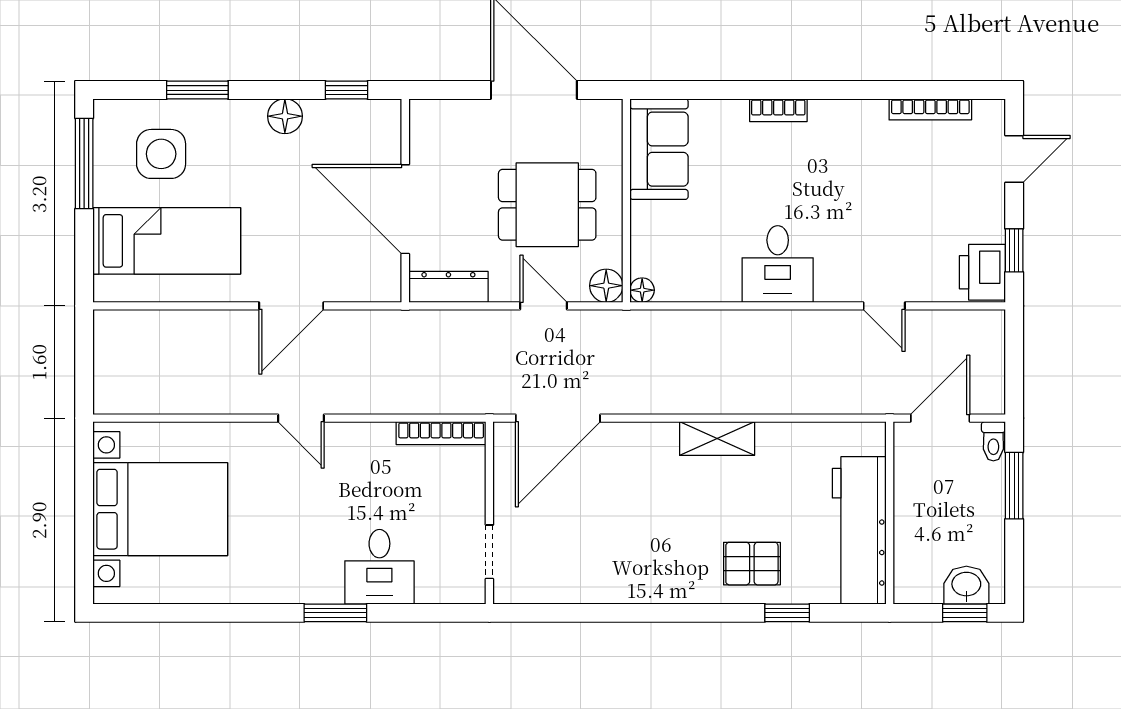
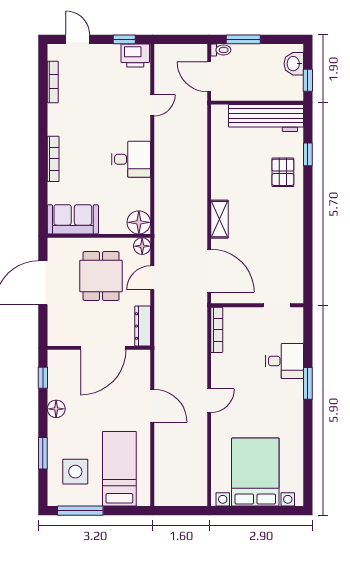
bookcase: (778, 110) -> (53, 159), width x1.56
floor lamp: (642, 290) -> (139, 222), width x1.89, depth x1.89
shelving: (717, 439) -> (219, 219), moved
window: (965, 613) -> (308, 80), moved

